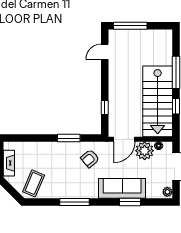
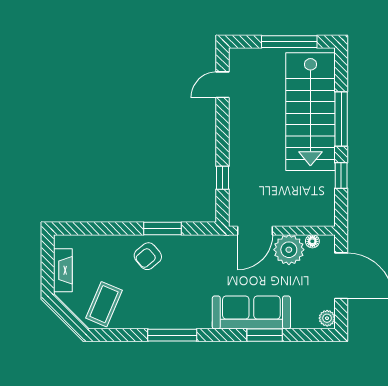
window: (130, 26) -> (289, 42), moved
stairs: (158, 101) -> (310, 112), moved
armchair: (90, 159) -> (148, 256), moved

